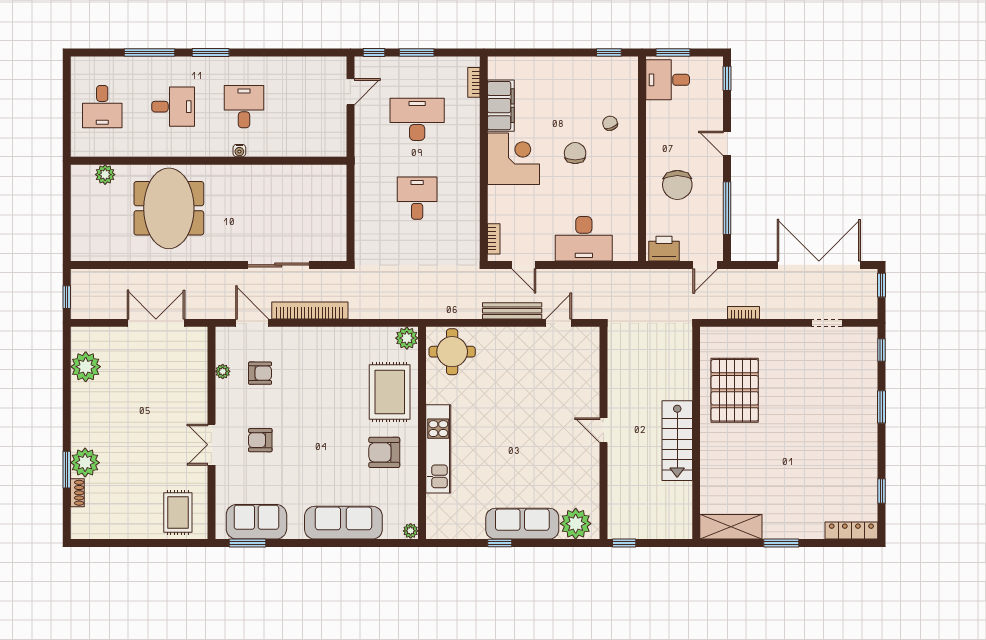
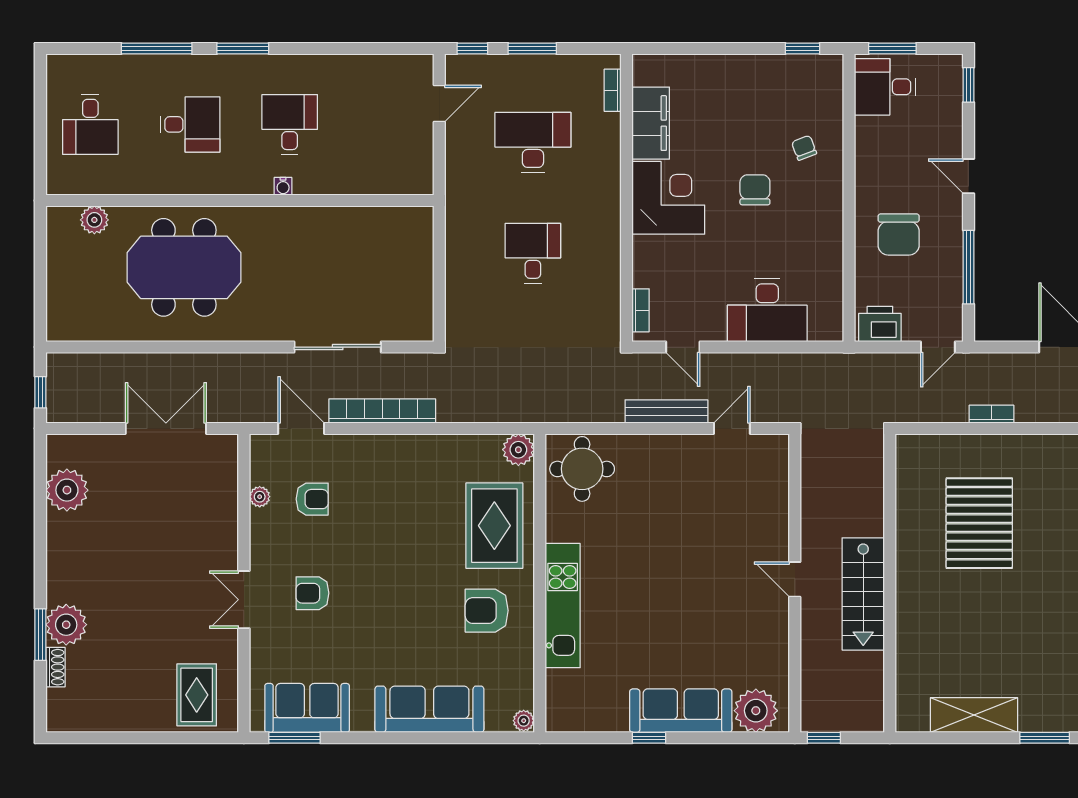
meeting table: (169, 208) -> (184, 267), turned 90
wall: (696, 433) -> (890, 583), moved
stairs: (677, 441) -> (863, 594), moved

